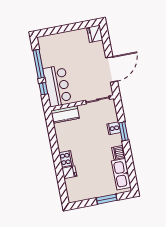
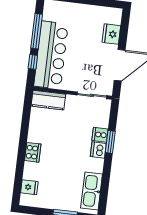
fridge: (95, 34) -> (111, 34), moved
bar counter: (57, 86) -> (51, 55), width x1.36
dishwasher: (119, 152) -> (98, 150), moved
fridge: (69, 172) -> (29, 187), moved

